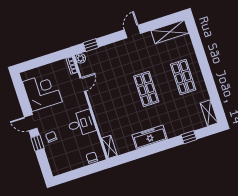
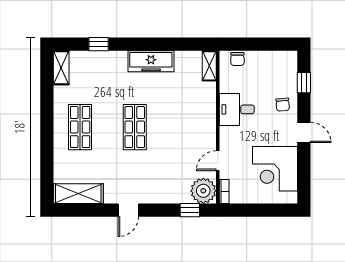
plant: (81, 58) -> (203, 191), width x1.88, depth x1.88
window: (37, 143) -> (304, 83), moved

